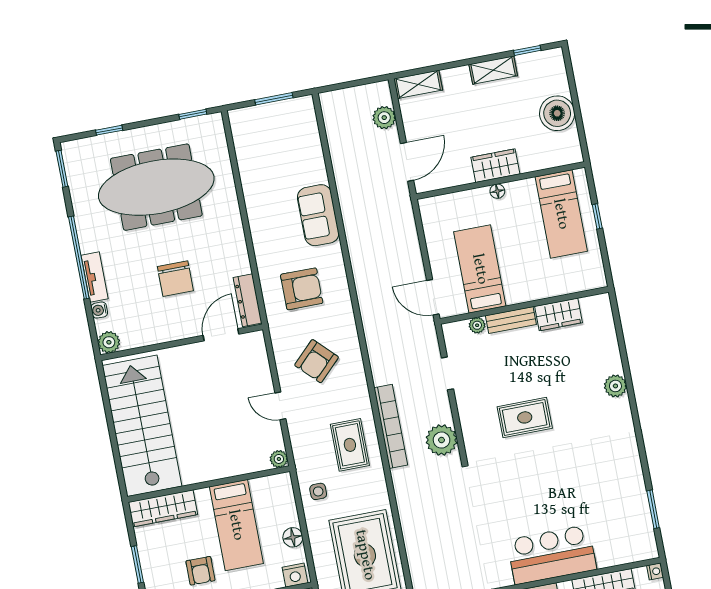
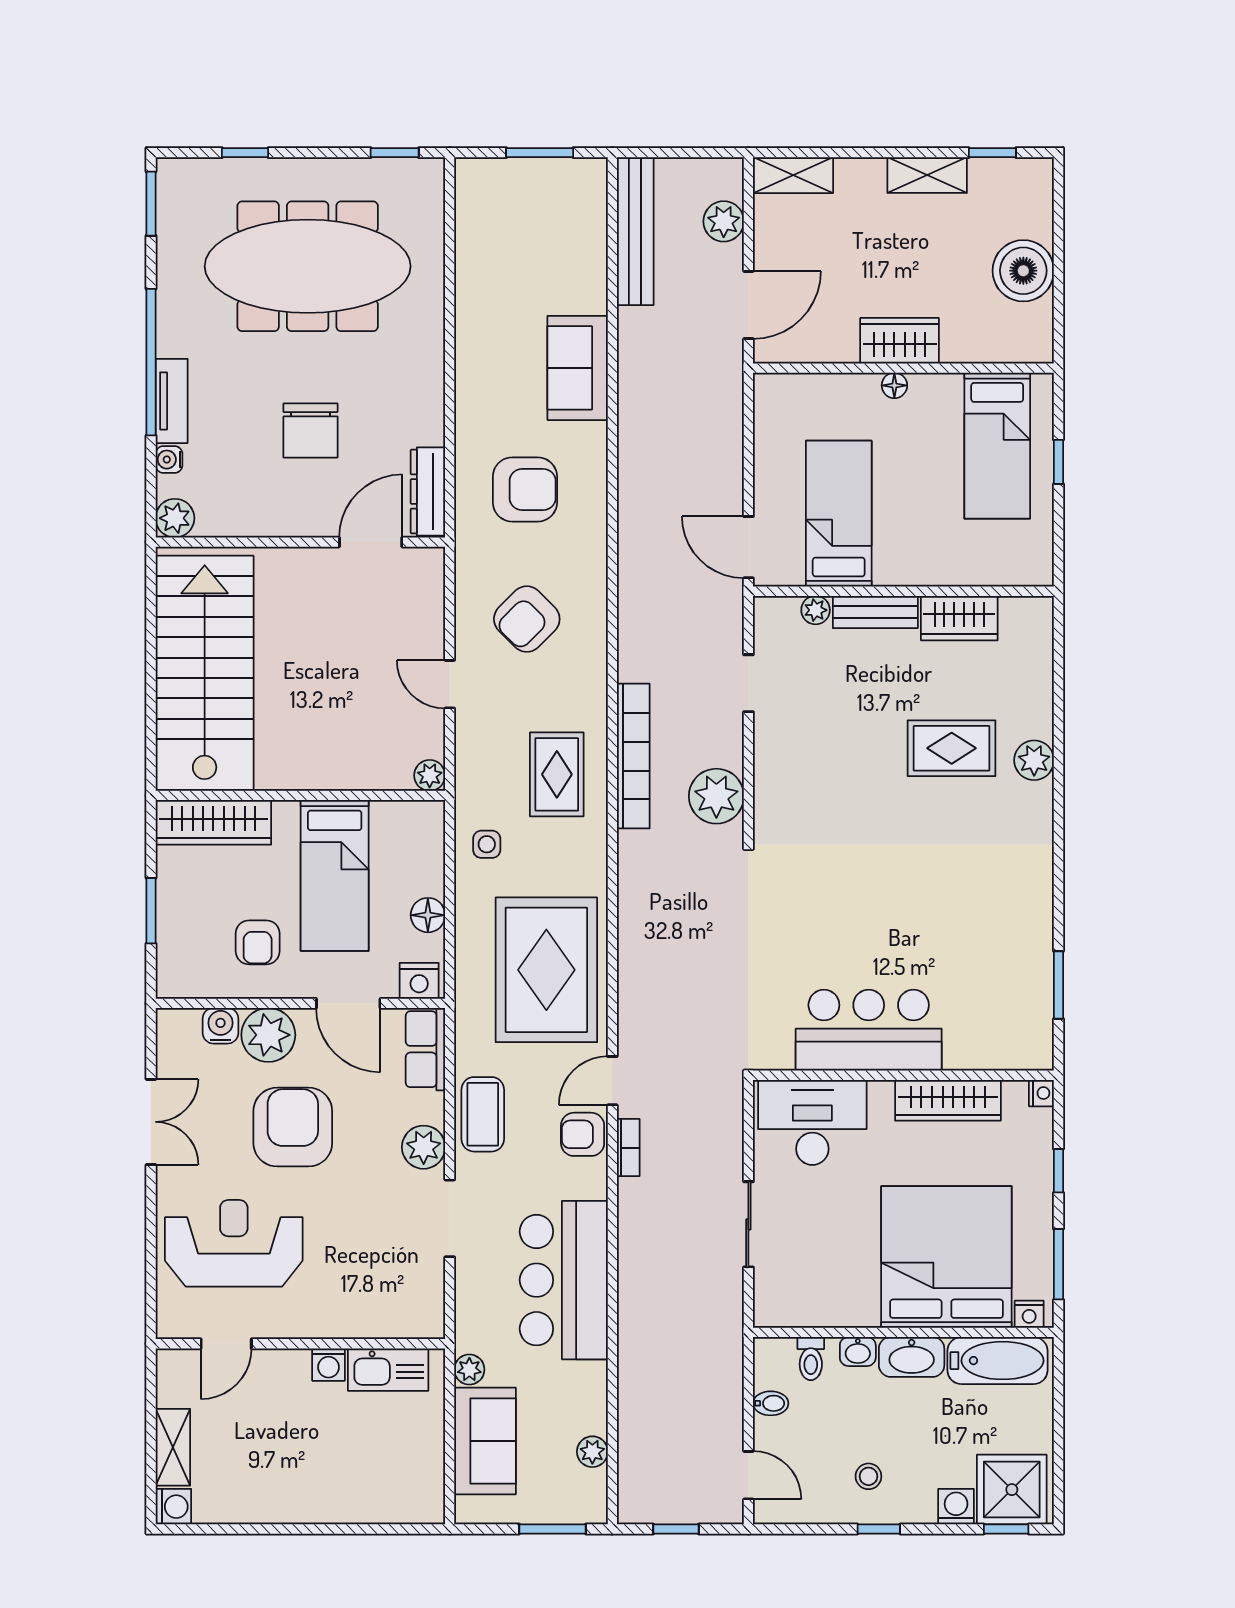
bench: (336, 132) -> (635, 231), added
rug: (525, 417) -> (952, 748), moved

